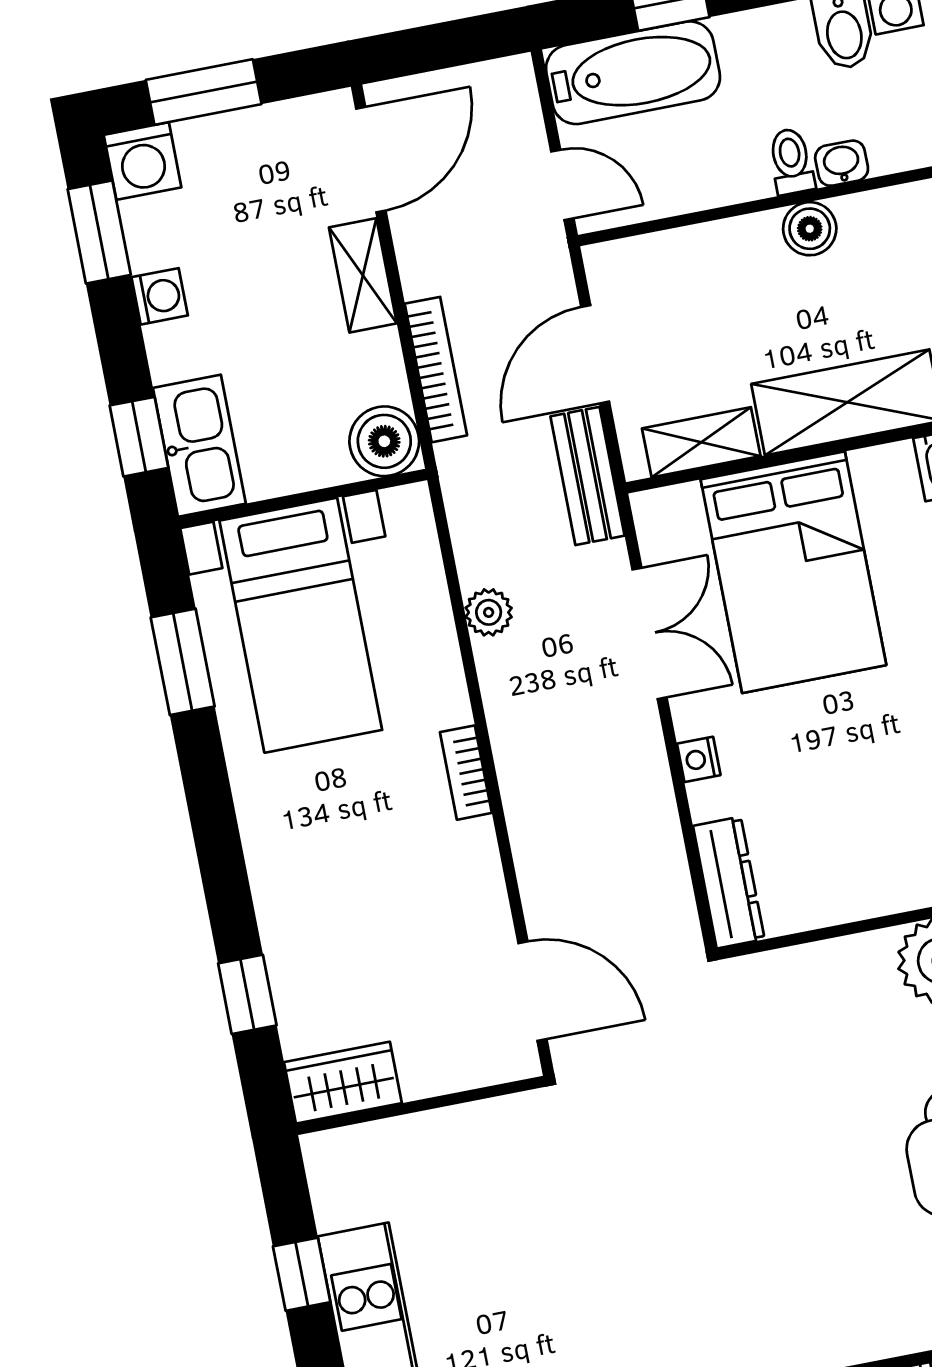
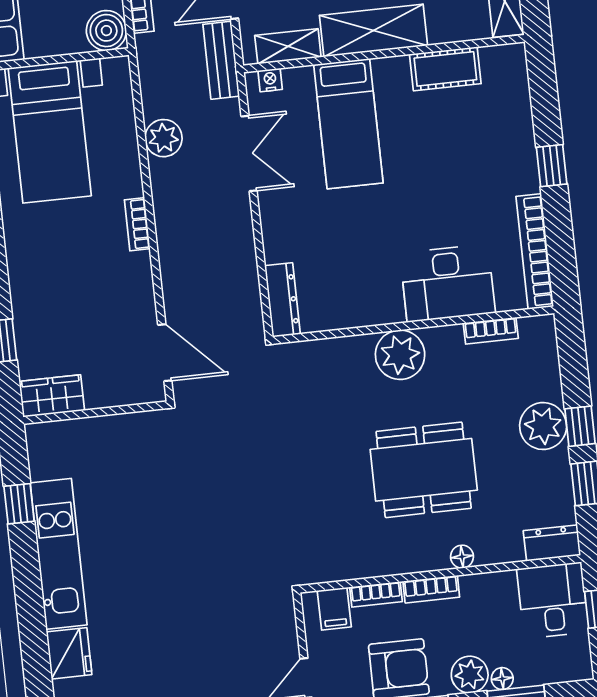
bed: (793, 572) -> (348, 124), width x0.67
plant: (489, 612) -> (164, 138), width x1.38, depth x1.38
nightstand: (699, 759) -> (270, 80), moved, turned 90

